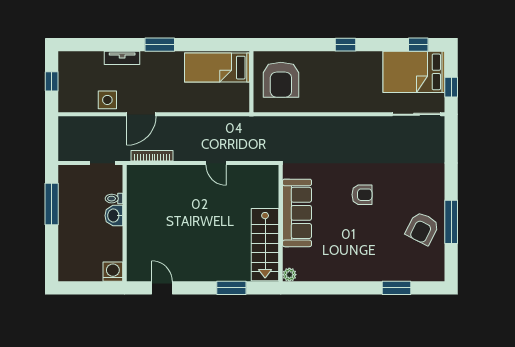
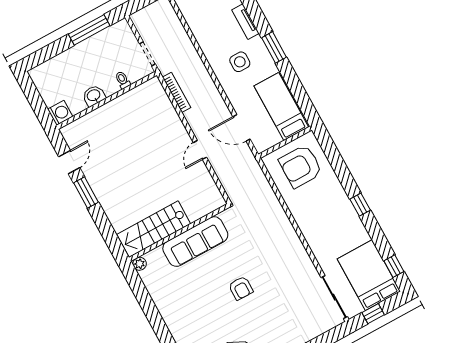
side table: (107, 100) -> (240, 62), moved
door: (141, 114) -> (242, 128), moved
washbasin: (114, 216) -> (94, 96), moved
window: (231, 288) -> (86, 192), moved

